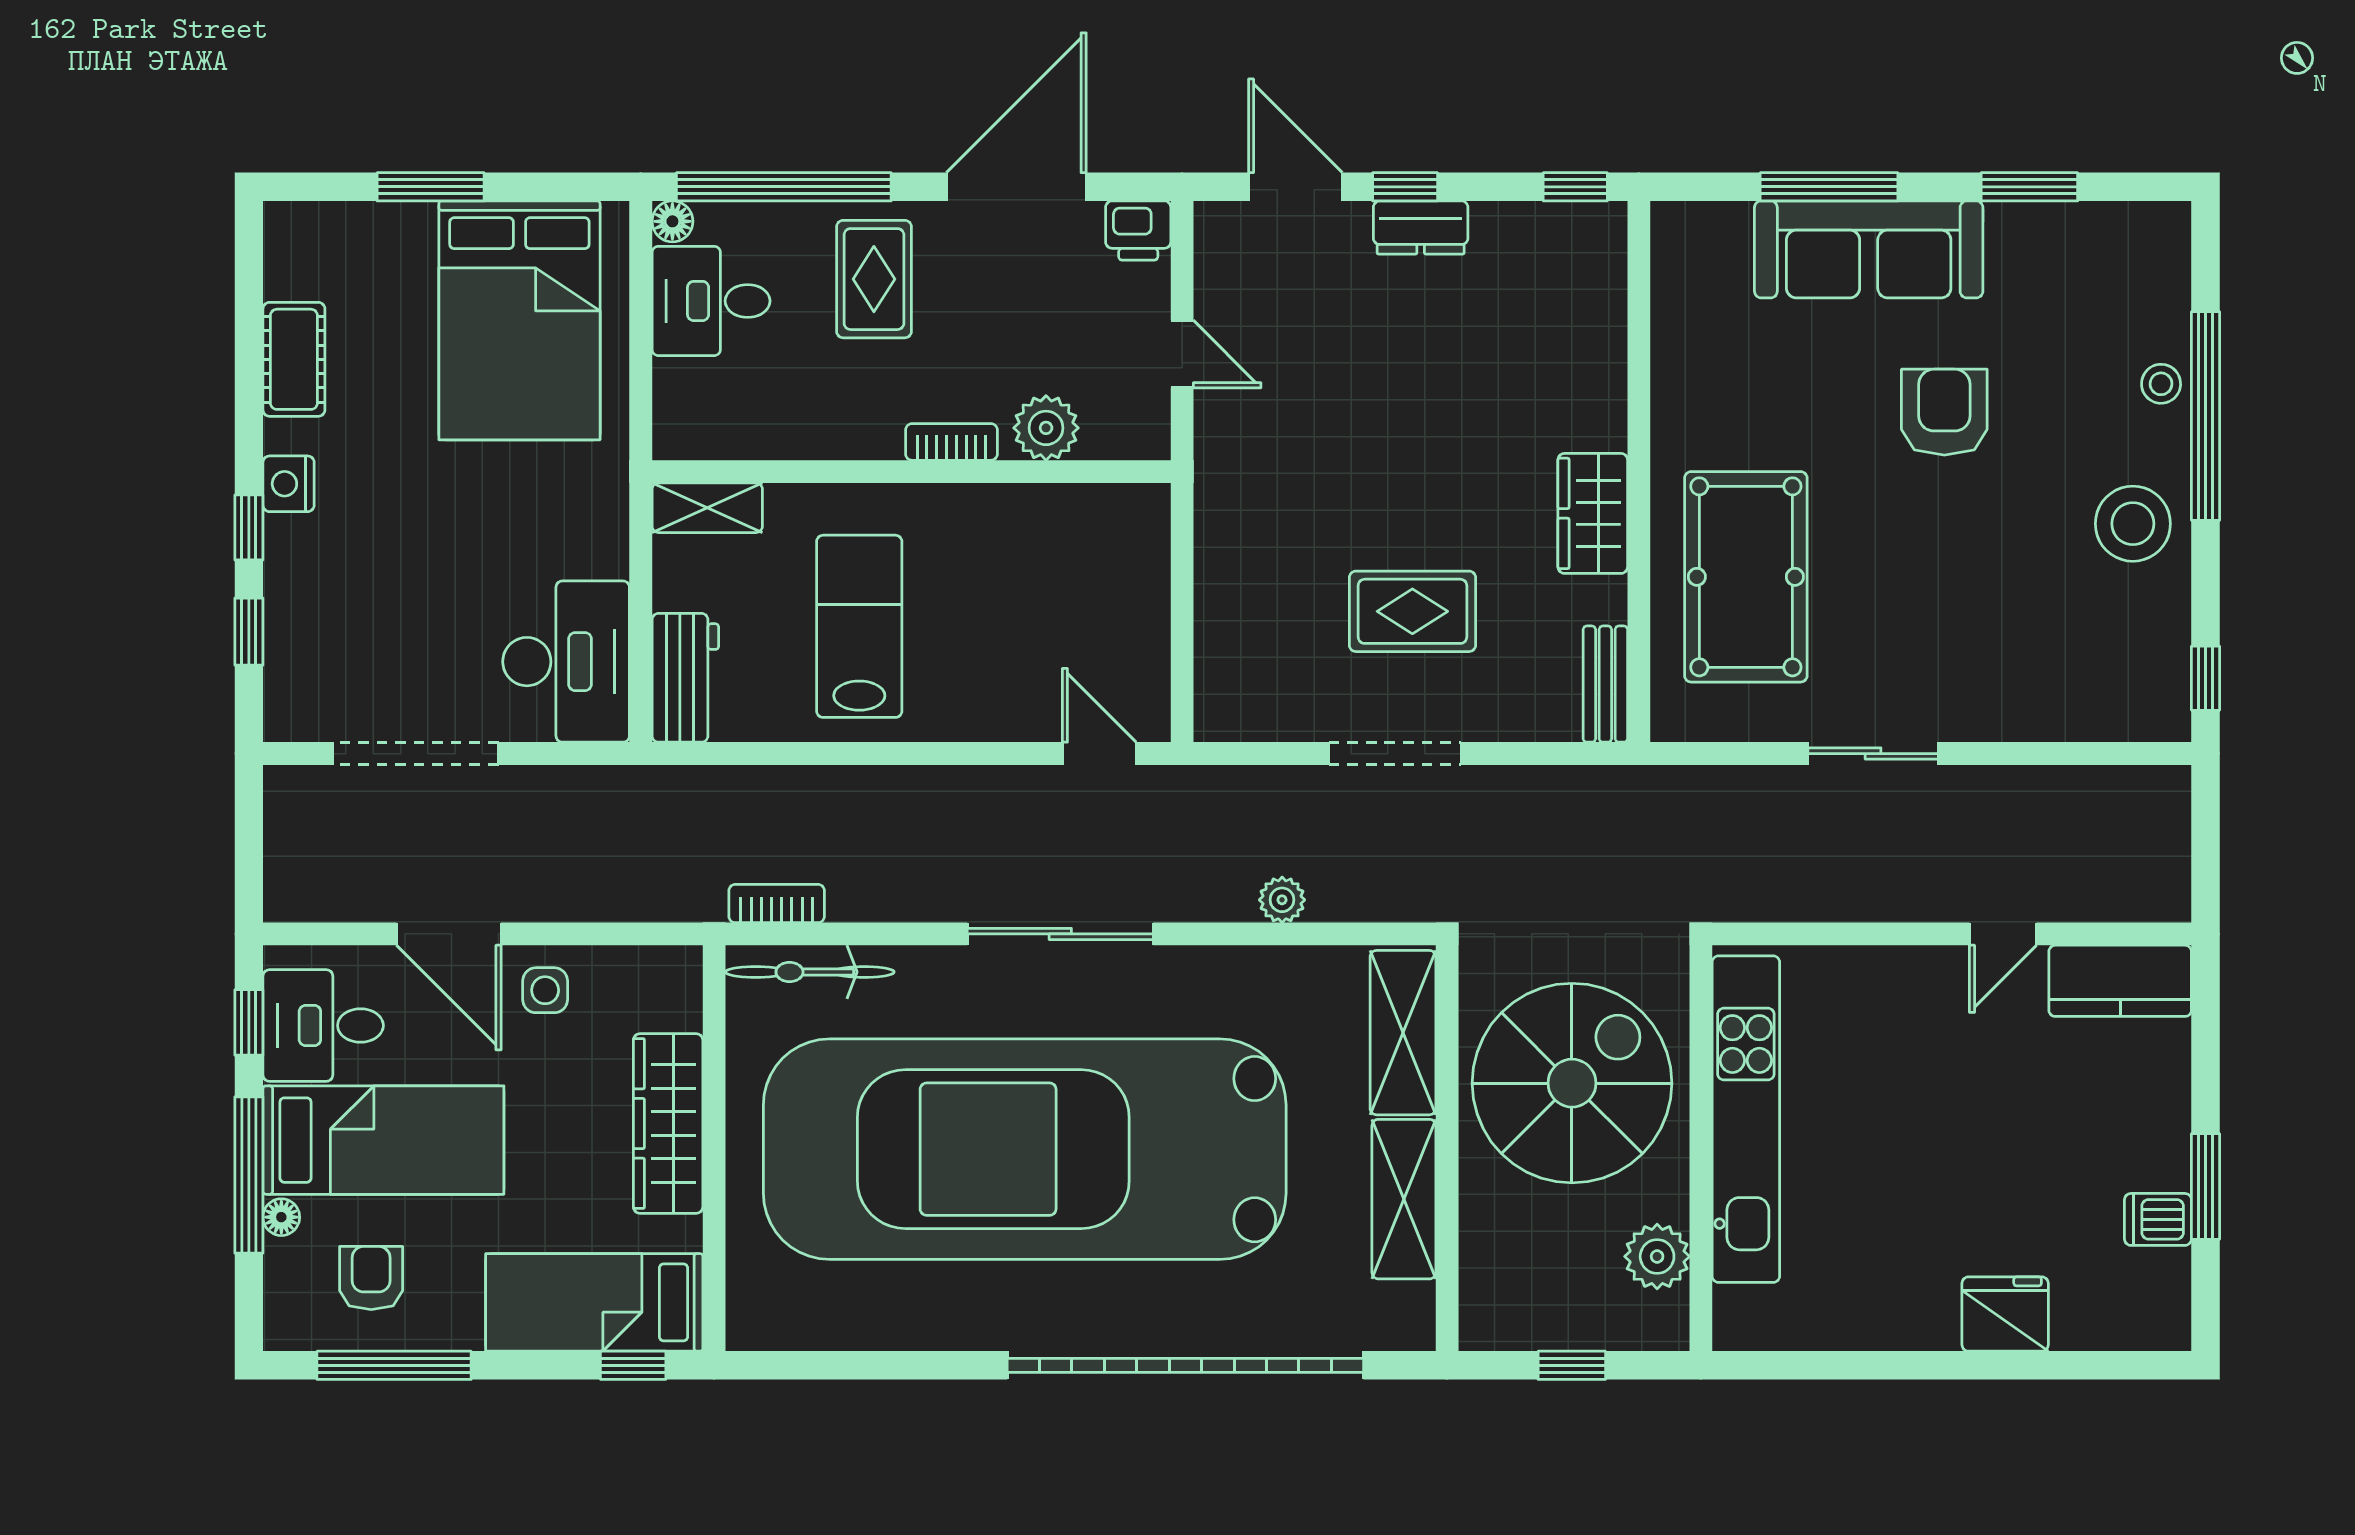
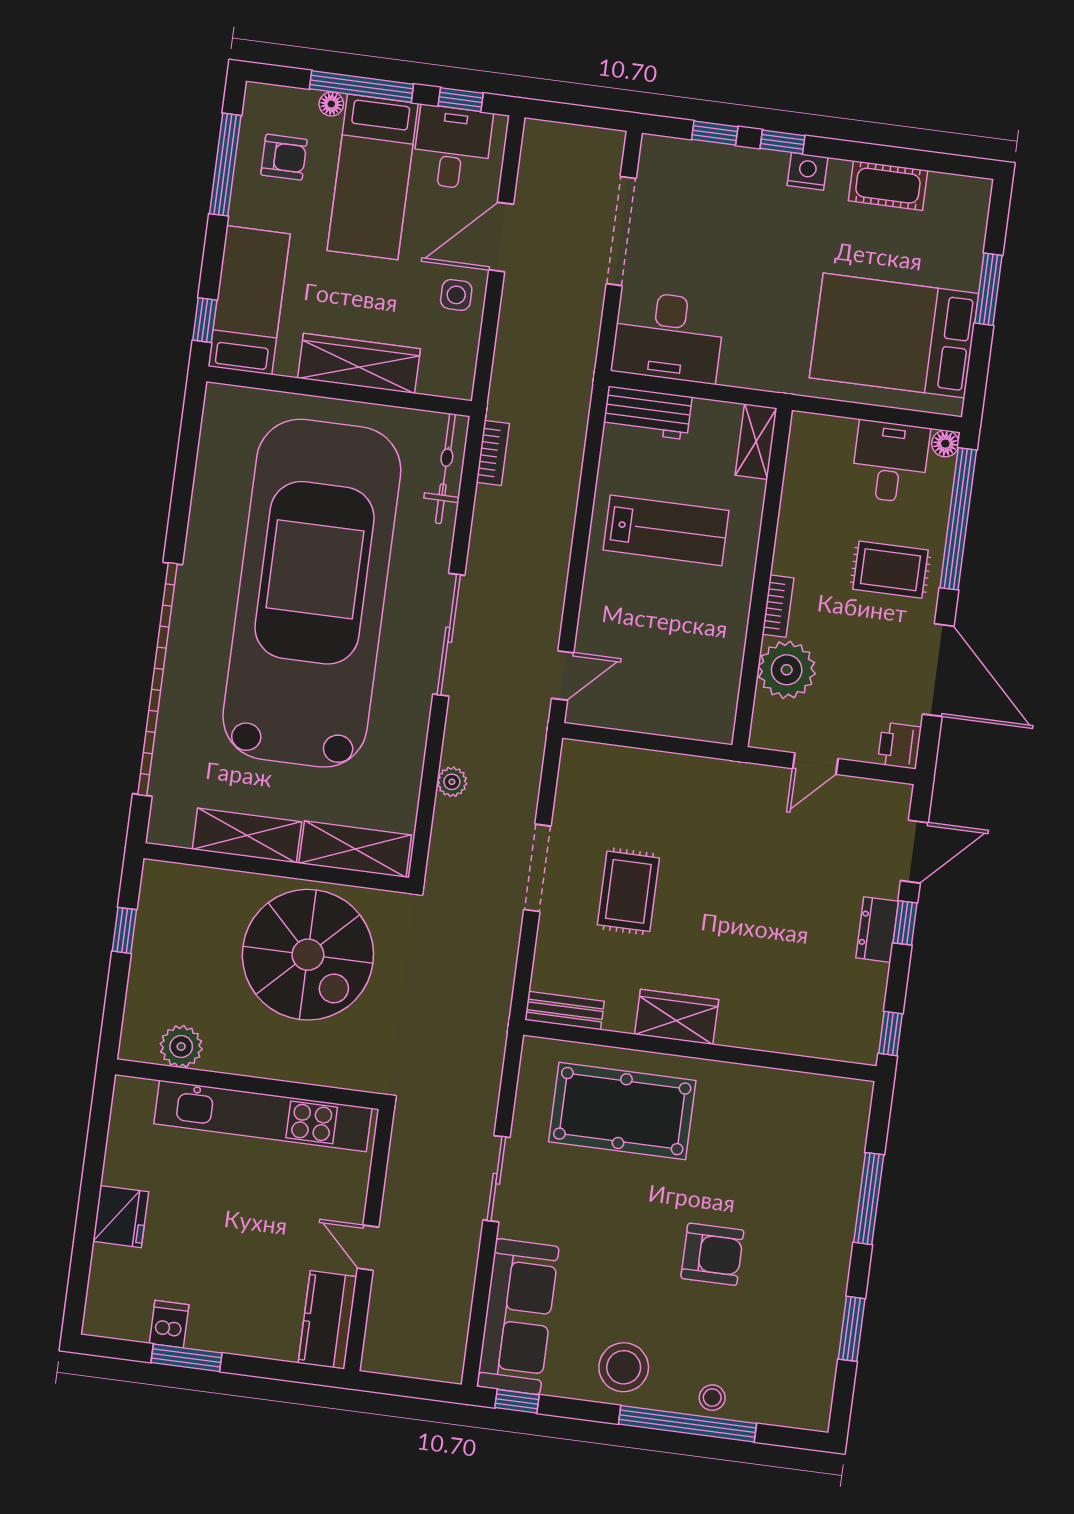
sofa: (1869, 249) -> (518, 1317), moved, turned 180
plant: (1046, 428) -> (787, 670), width x1.36, depth x1.36
kitchen unit: (1746, 1119) -> (263, 1116), moved
wall: (1701, 1148) -> (248, 1084), moved
plant: (1657, 1256) -> (181, 1047), moved

